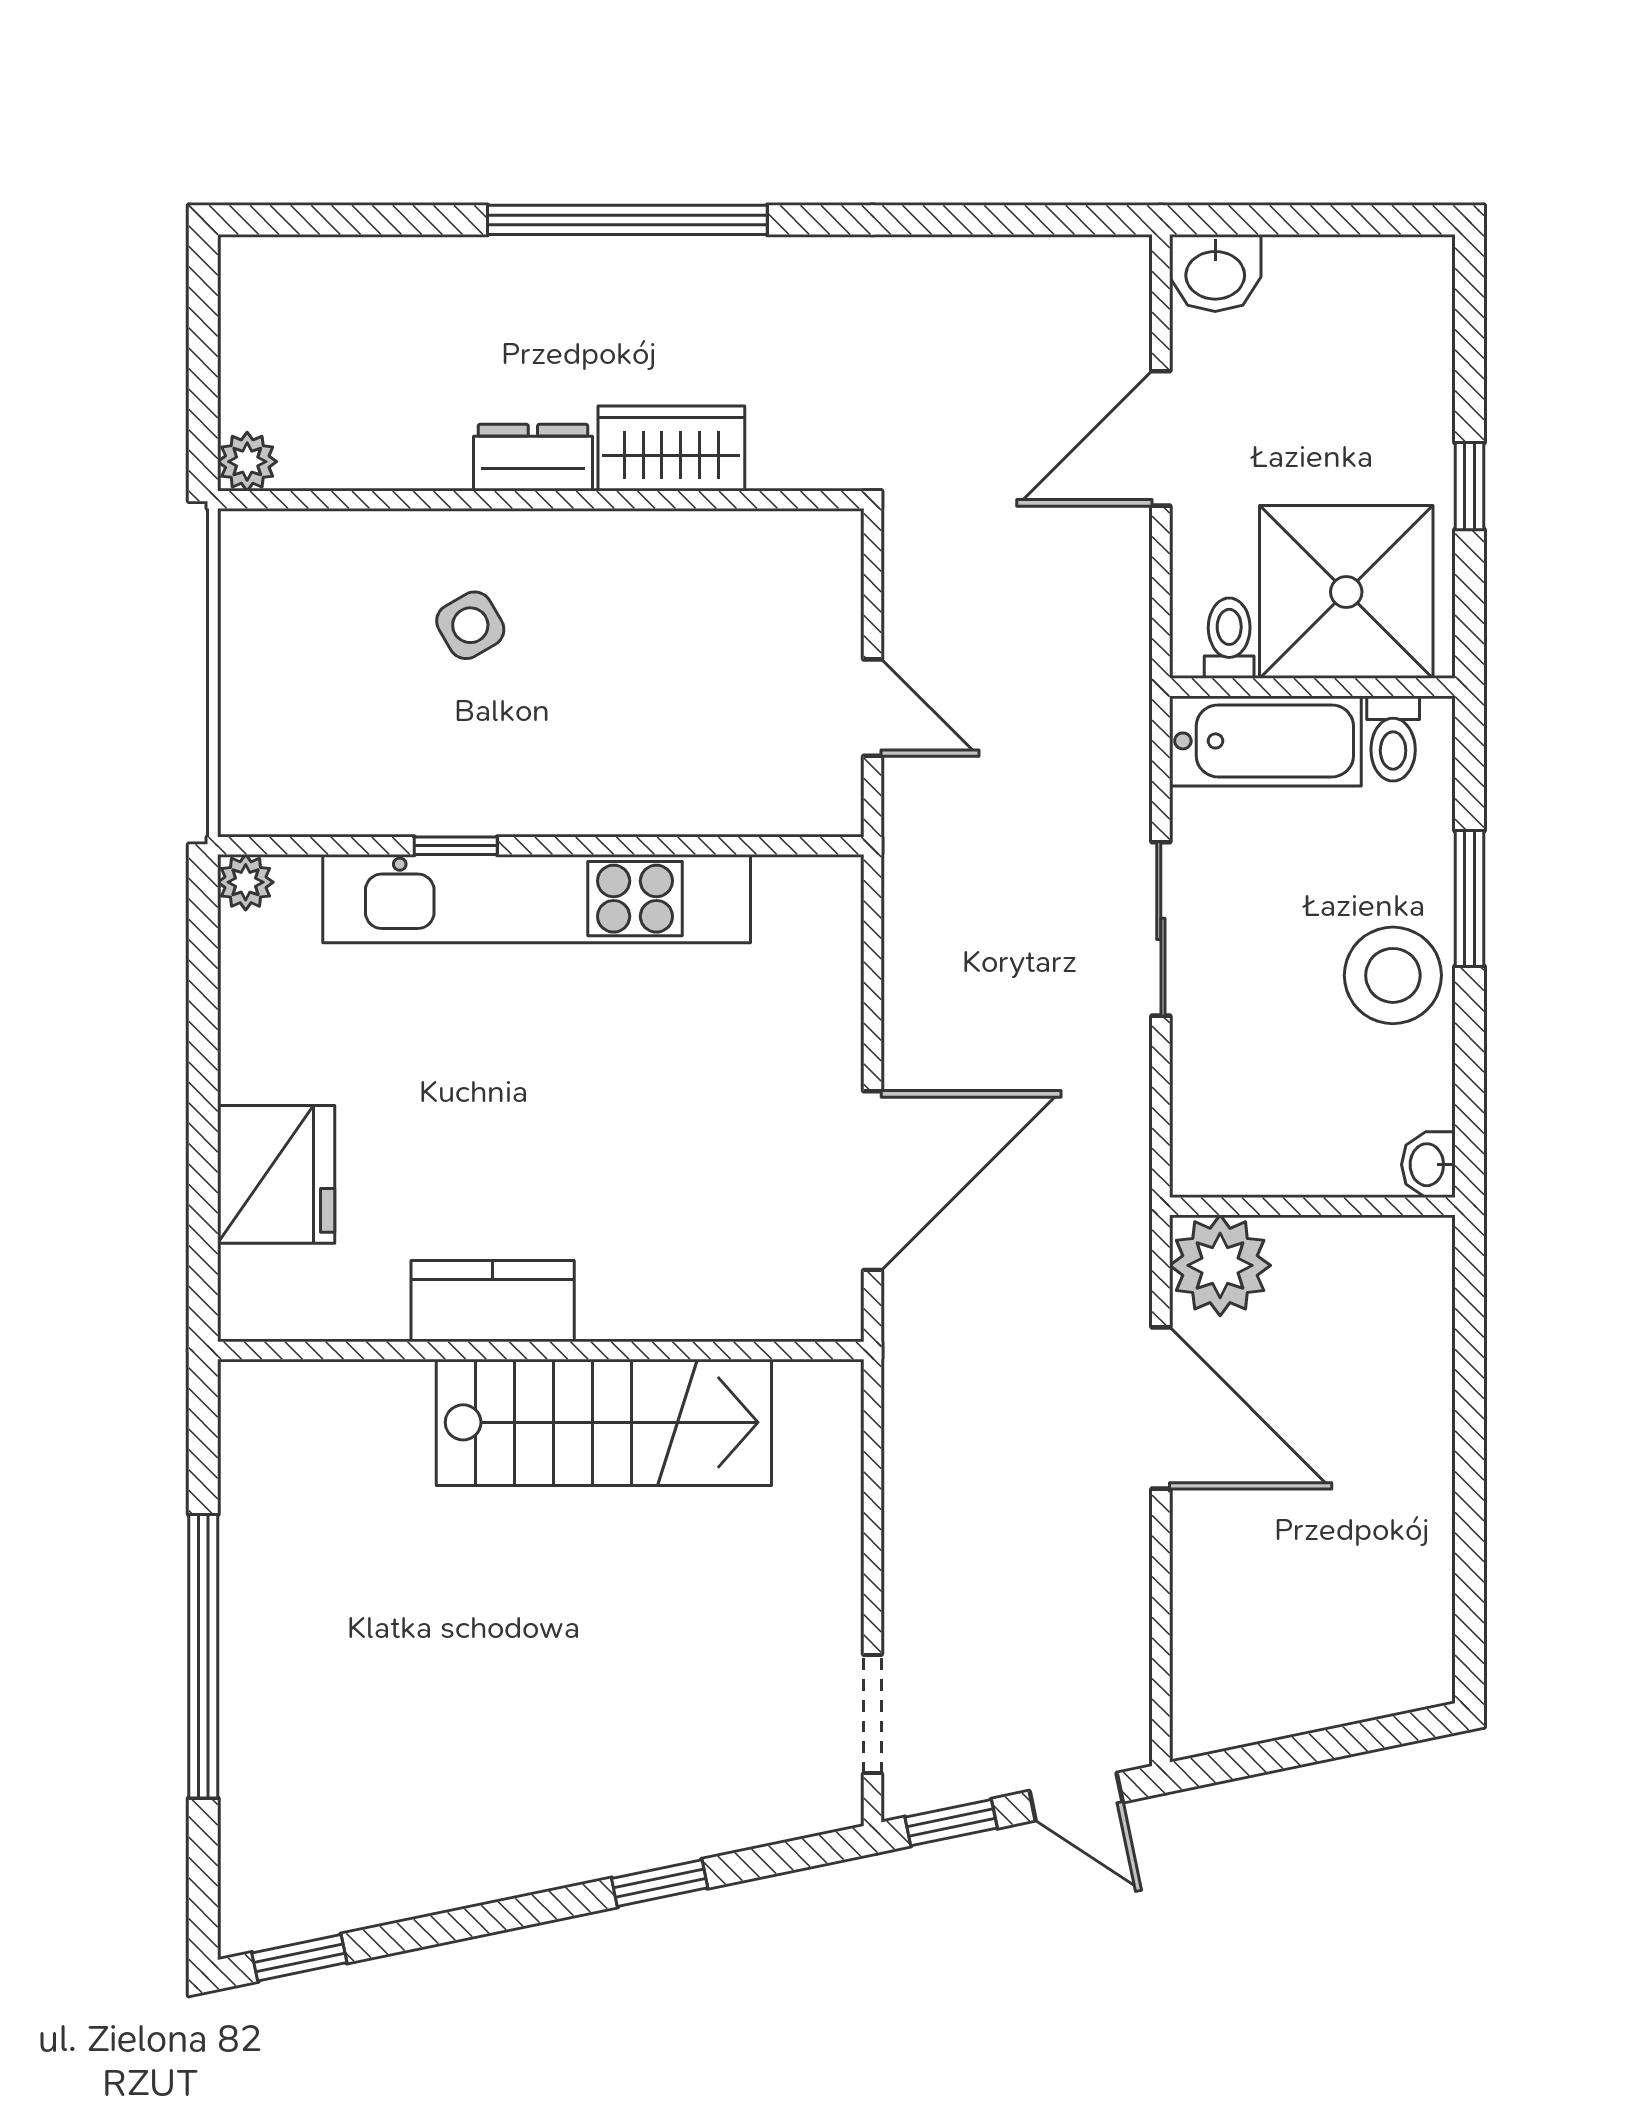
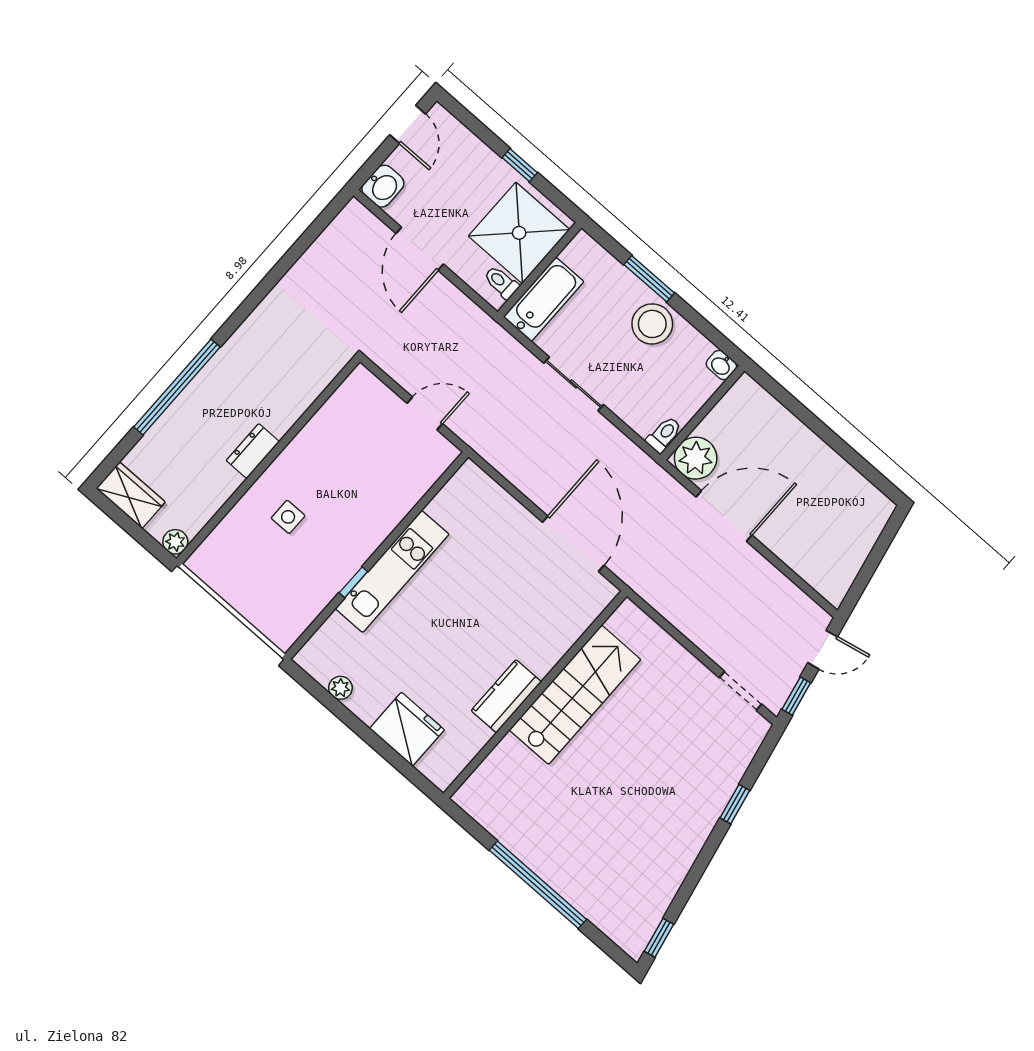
window: (627, 220) -> (177, 387), moved
door: (1365, 220) -> (408, 124), added
wardrobe: (671, 449) -> (131, 495), moved, turned 90
side table: (470, 625) -> (288, 517), turned 30
toilet: (1393, 739) -> (664, 435), moved, turned -90
plant: (246, 882) -> (340, 688), moved
kitchen unit: (537, 899) -> (392, 571), width x0.73

